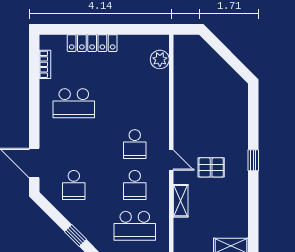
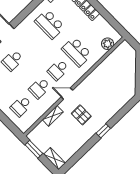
school desk: (135, 103) -> (77, 52), added
door: (171, 160) -> (67, 94), swing flipped
school desk: (135, 226) -> (21, 106), width x0.54

